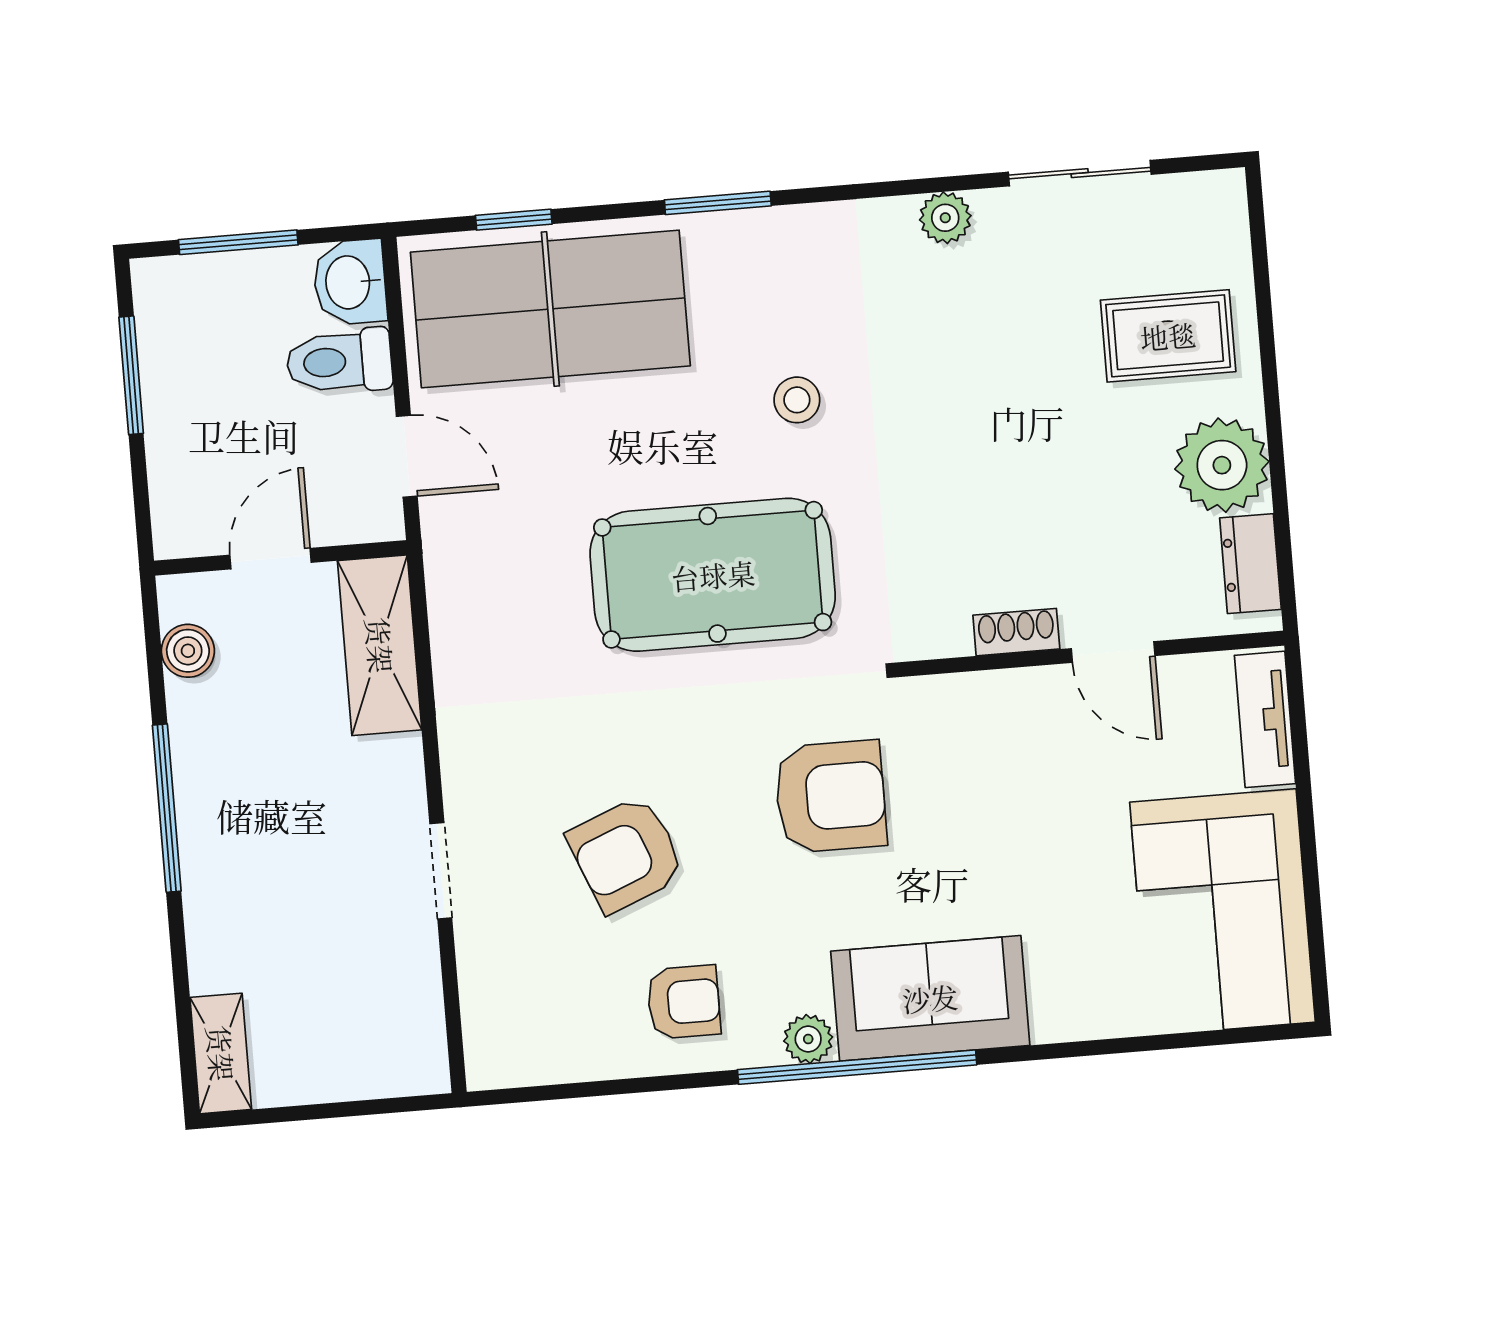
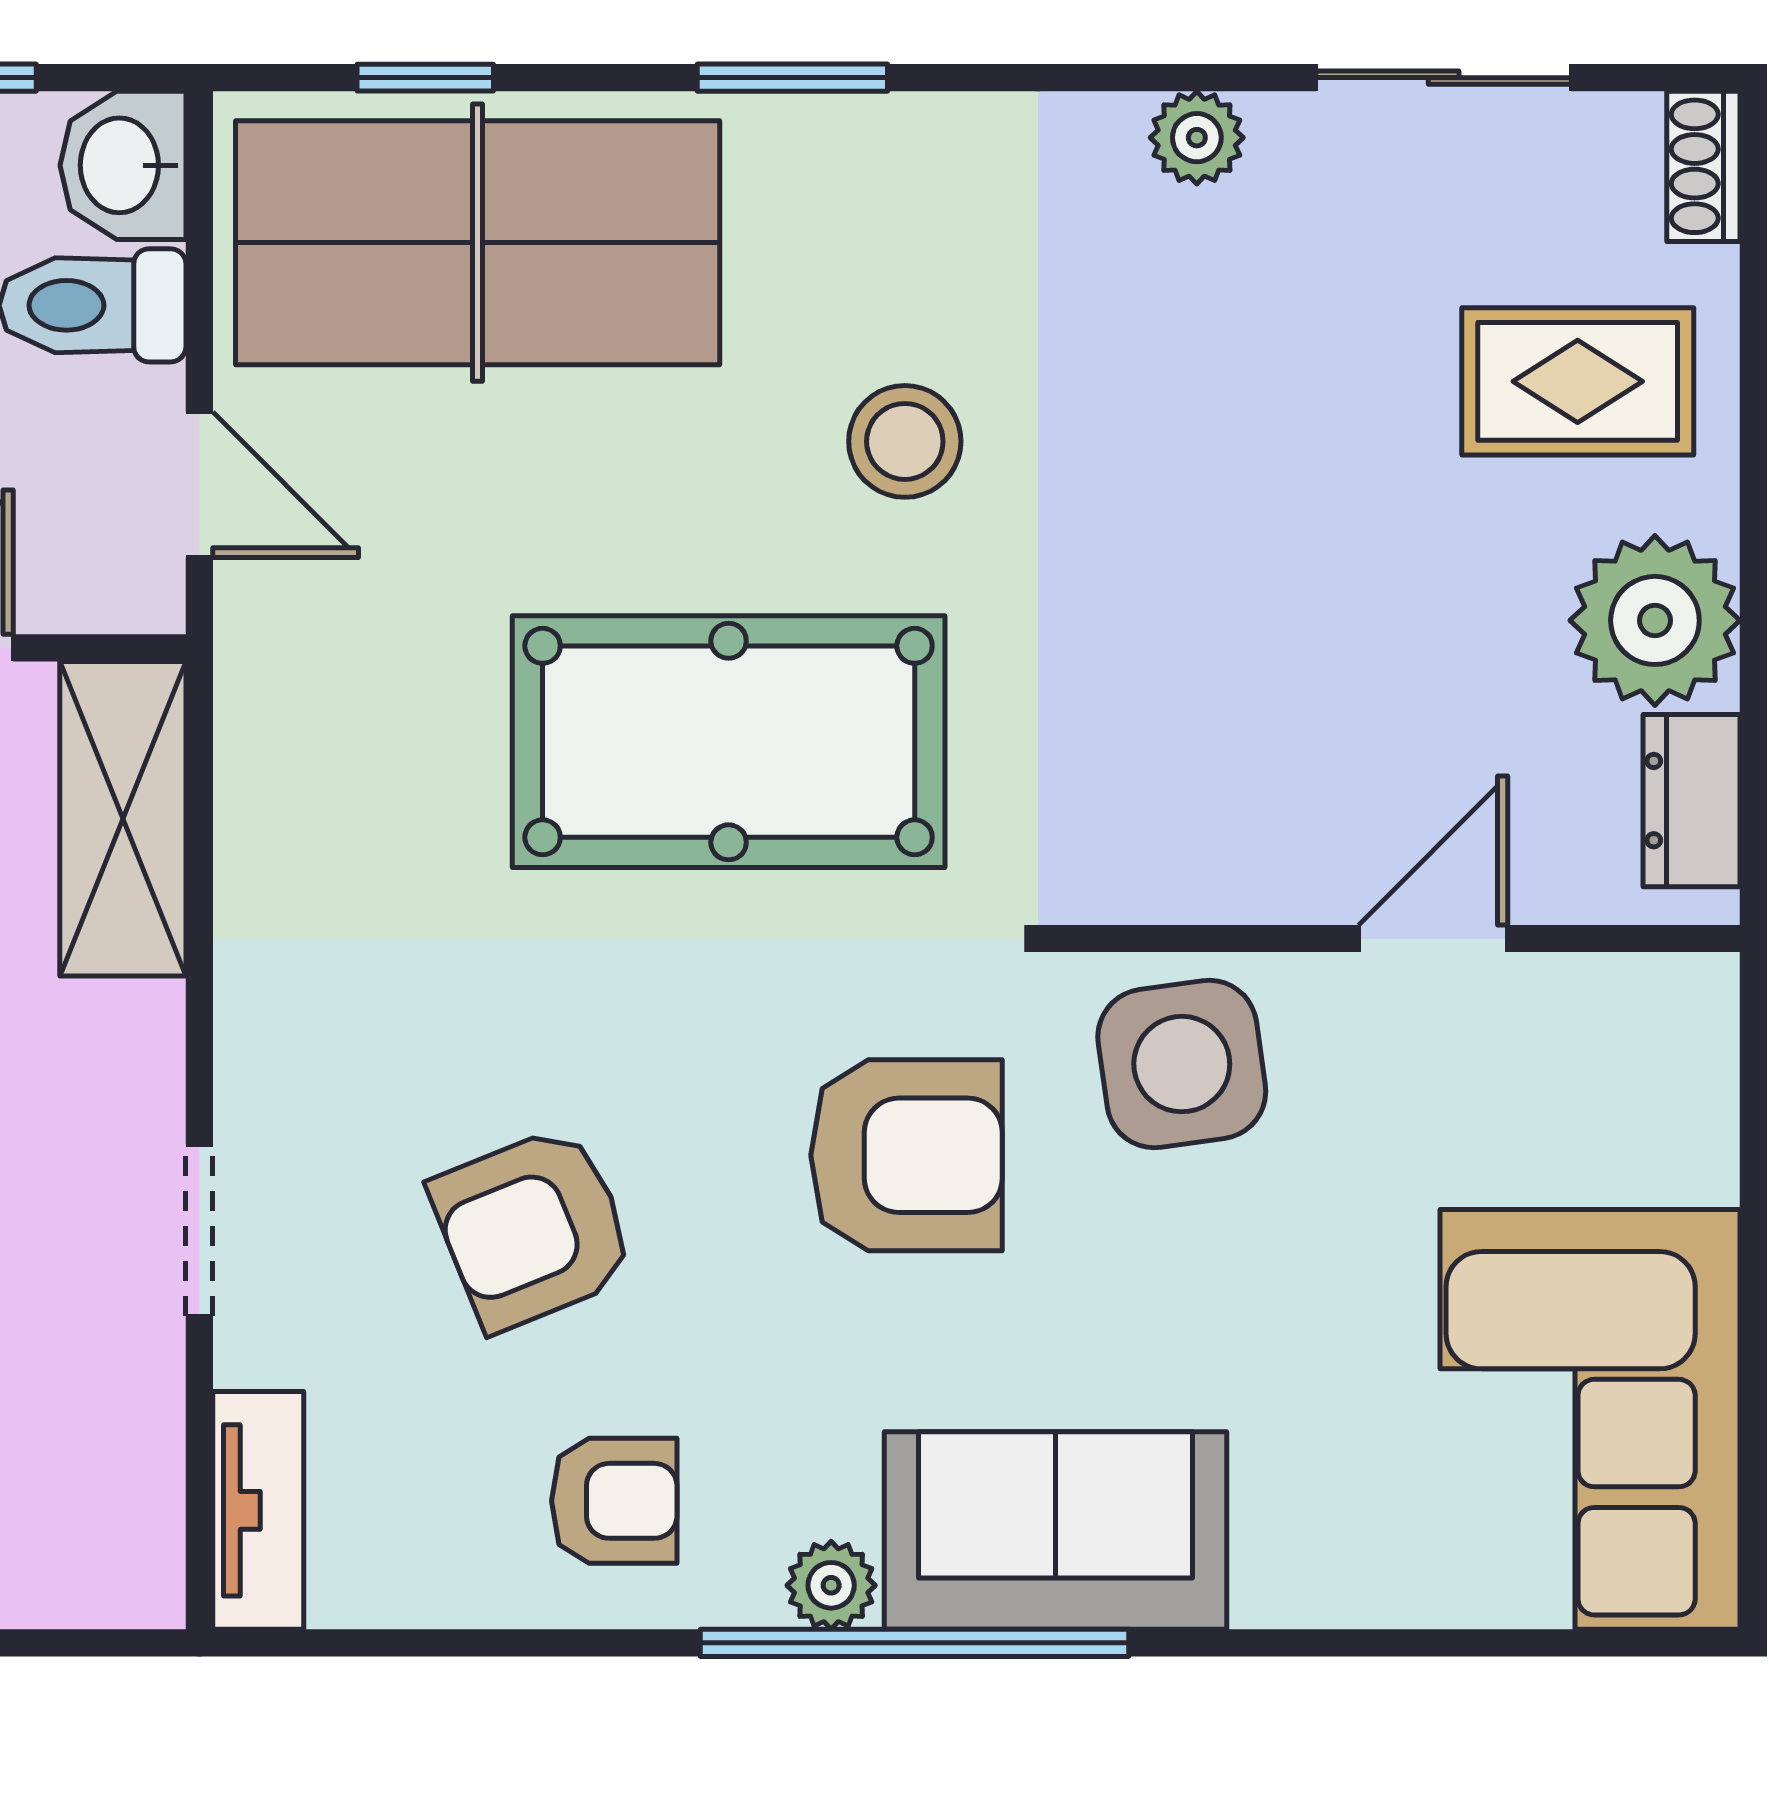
stool: (797, 400) -> (905, 441), width x1.37, depth x1.37
shoe rack: (1016, 632) -> (1703, 166), moved, turned -90
door: (1113, 652) -> (1433, 939), swing flipped
tv unit: (1265, 719) -> (258, 1510), moved, turned 180
side table: (979, 733) -> (1182, 1064), added

